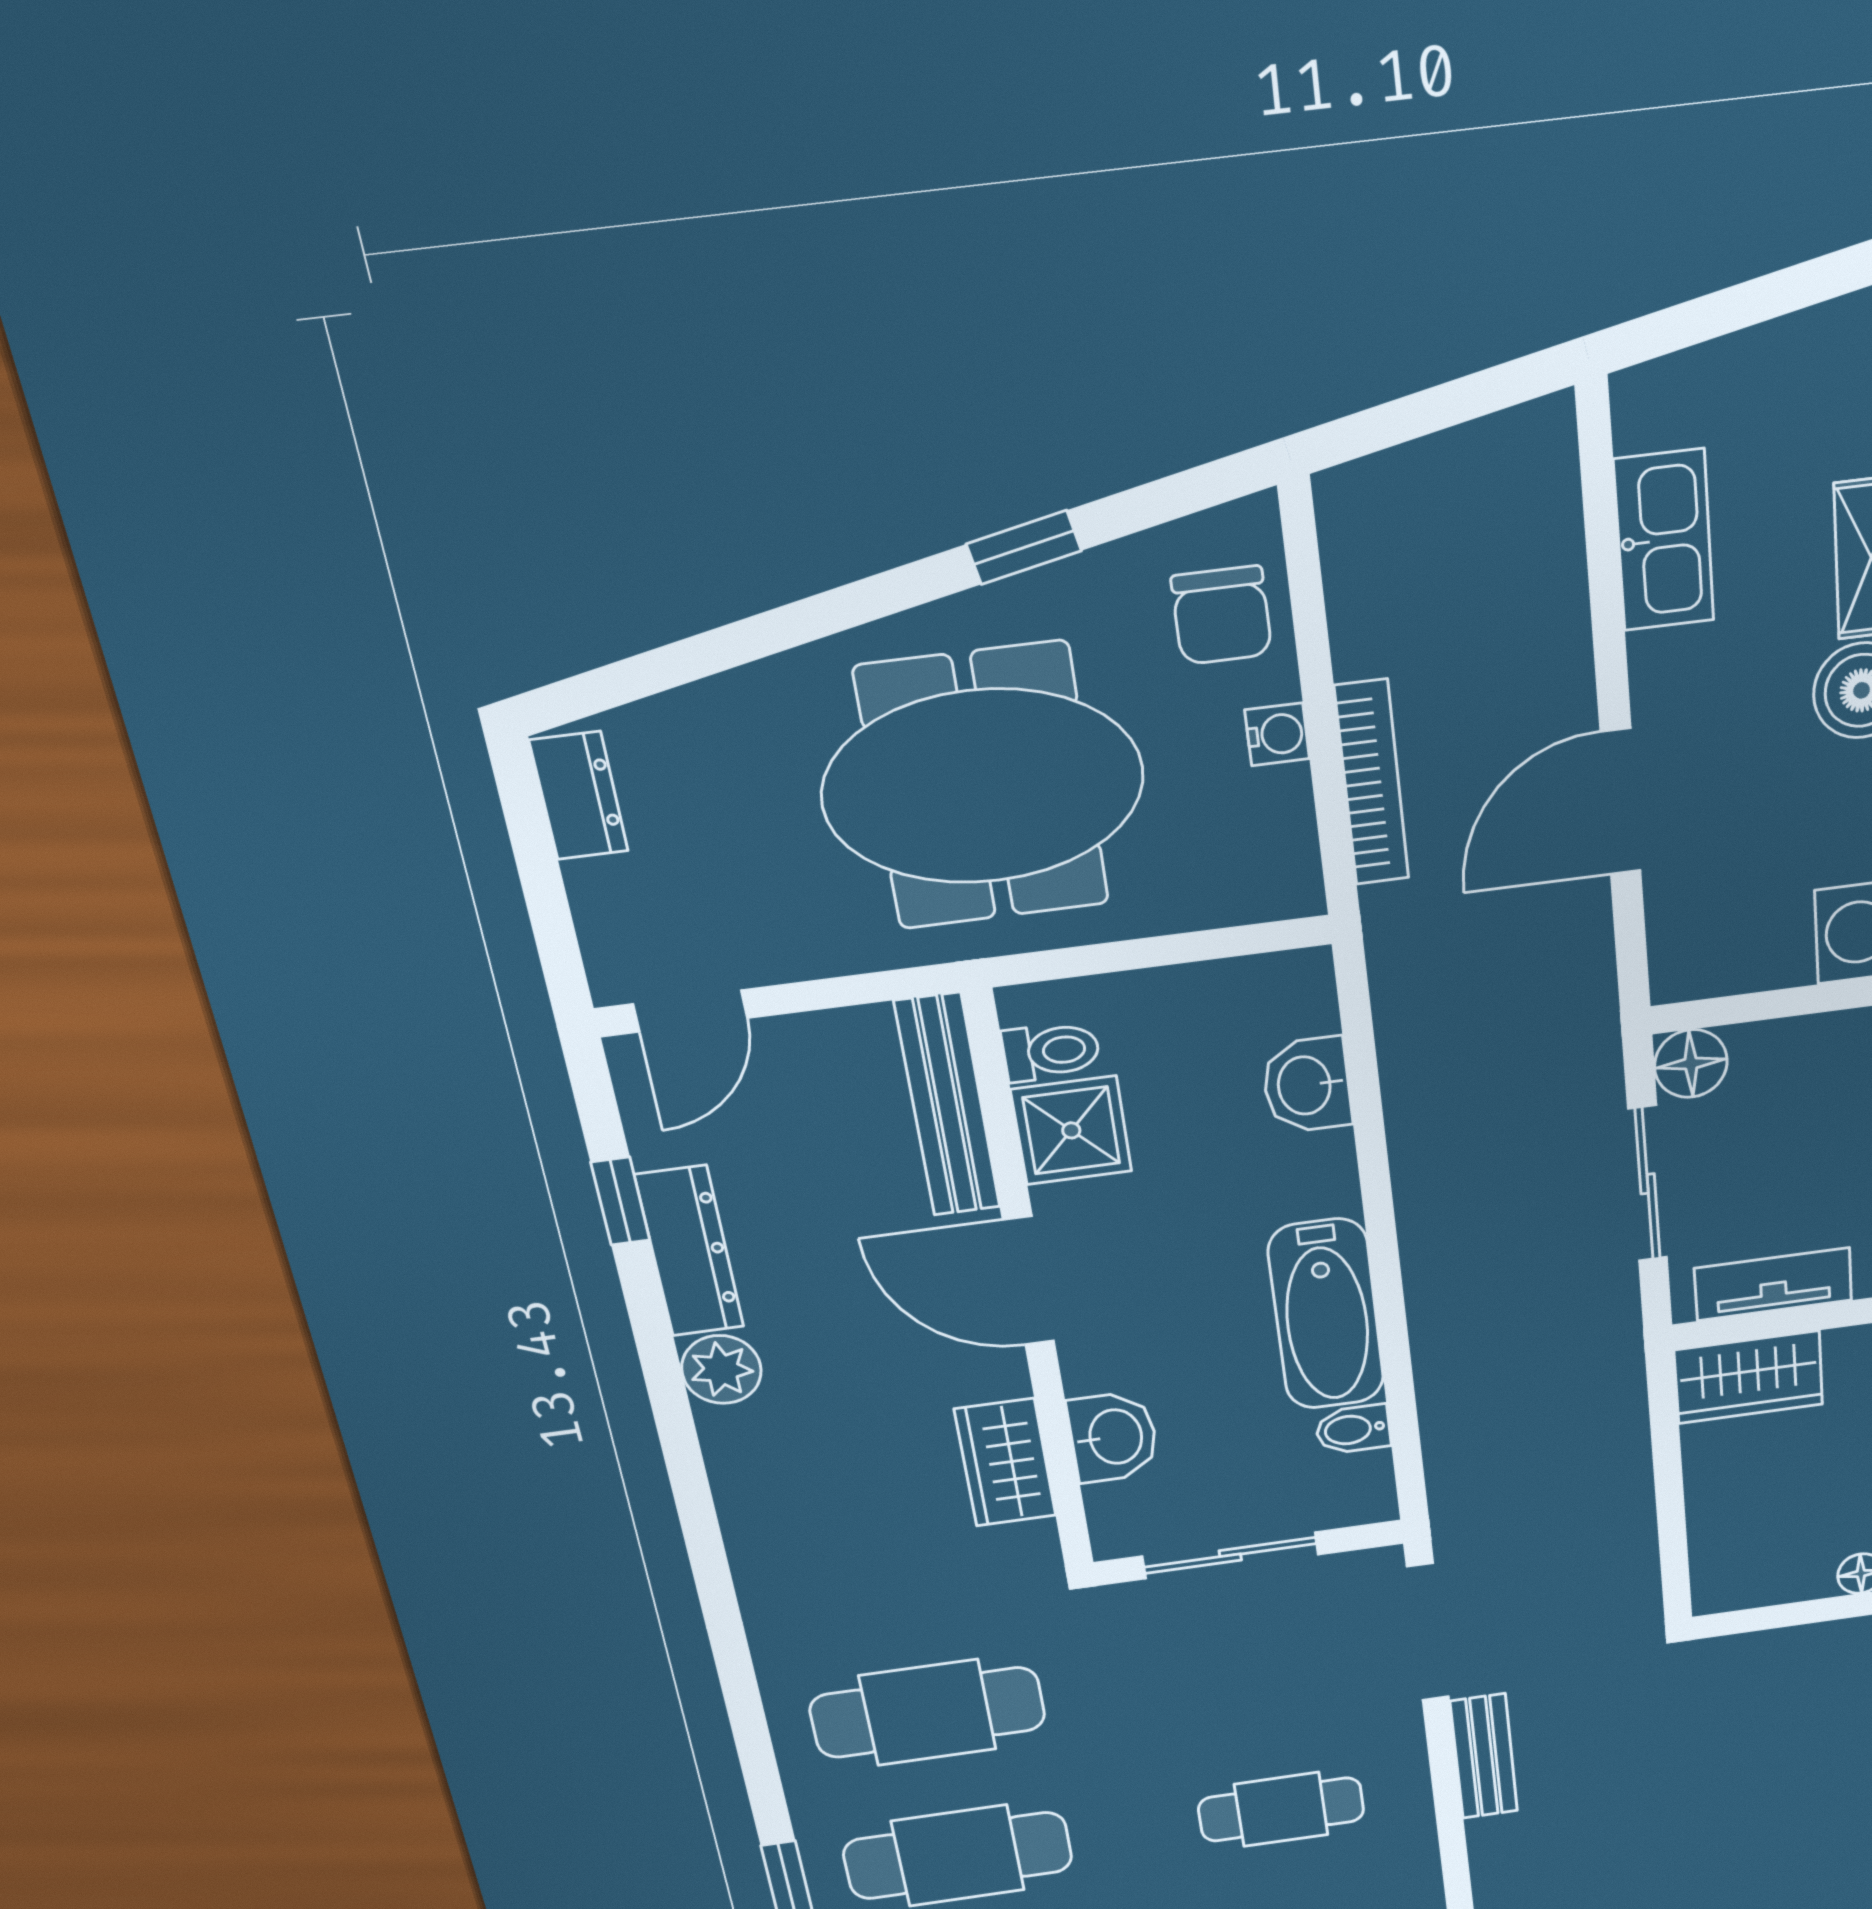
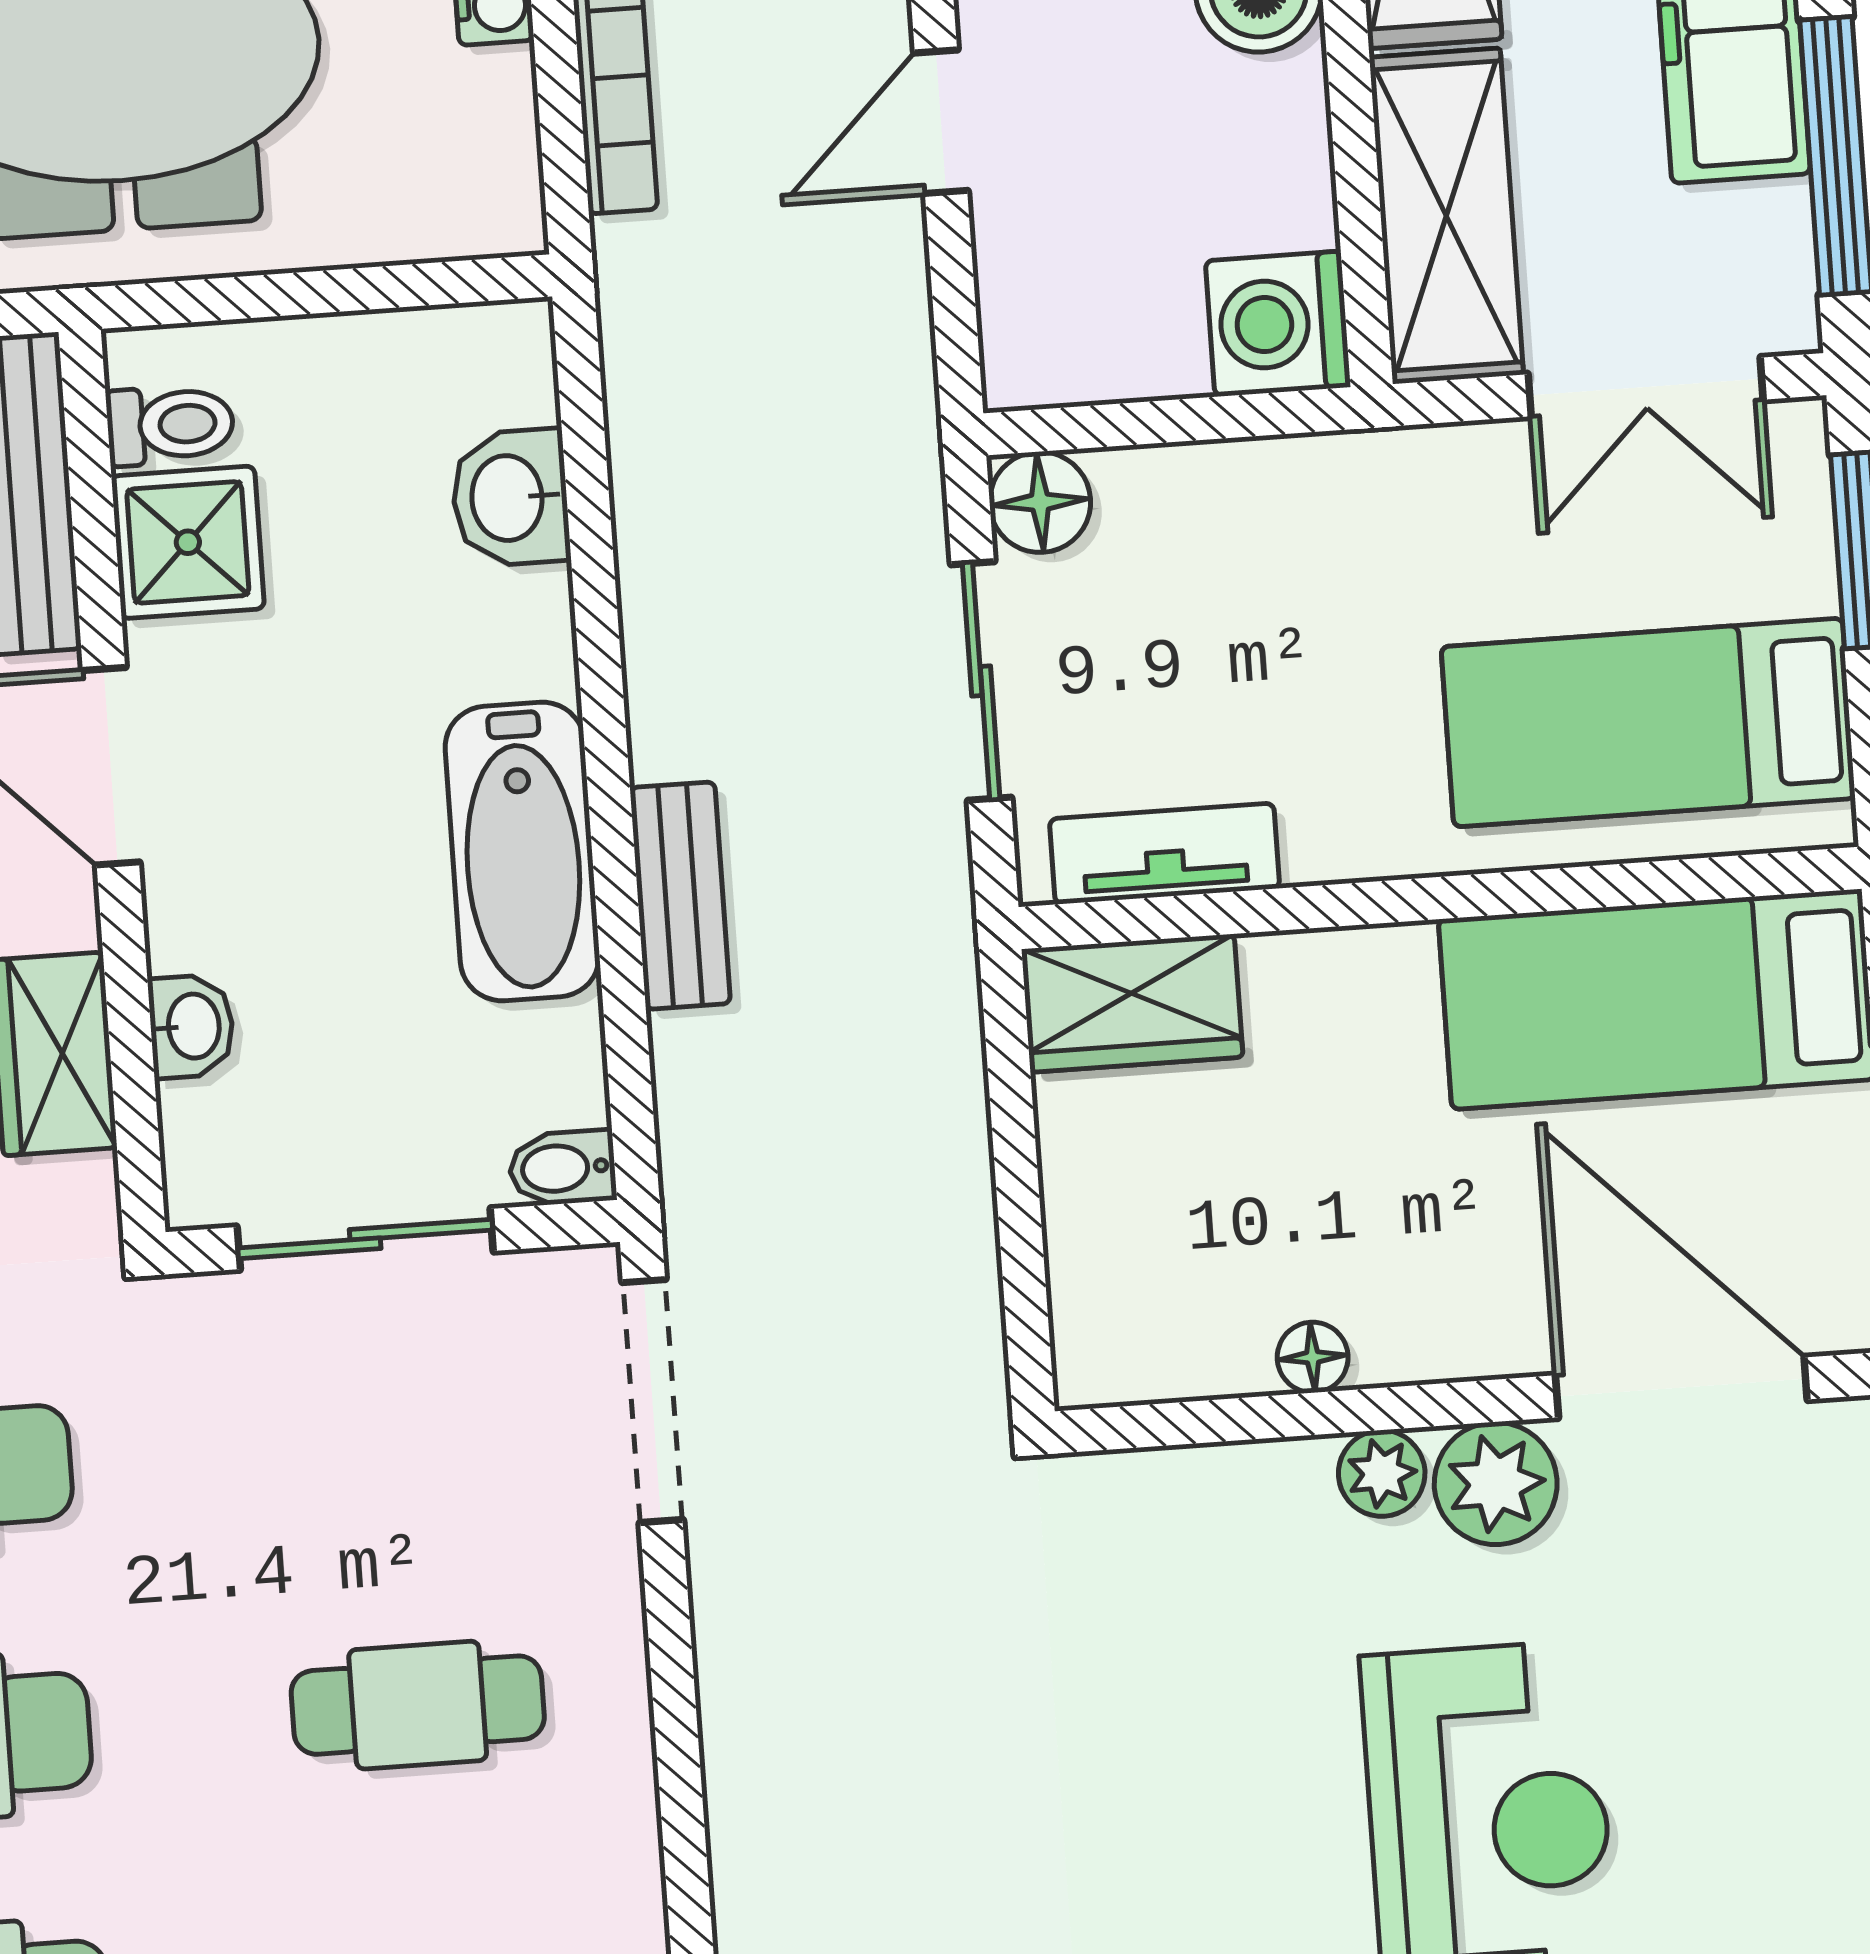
door: (1621, 802) -> (941, 122), width x0.73
bidet: (1353, 1429) -> (562, 1168), moved
washbasin: (1113, 1437) -> (191, 1026), width x0.72, depth x0.69
bench: (1484, 1756) -> (680, 896), moved

